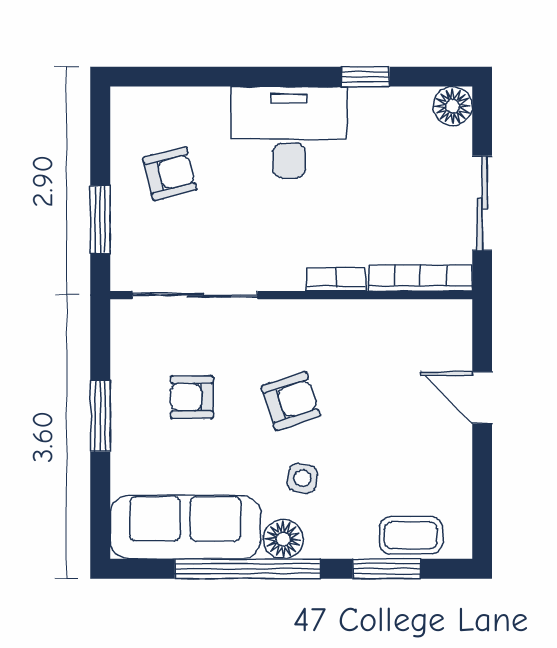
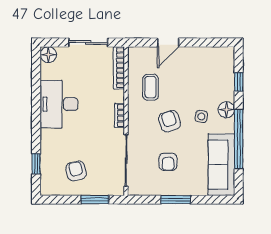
window: (365, 77) -> (36, 164), moved
desk: (289, 132) -> (59, 104), moved
bookcase: (336, 279) -> (120, 116), moved
coffee table: (411, 535) -> (151, 87), moved
floor lamp: (283, 539) -> (226, 110), moved
window: (387, 569) -> (239, 82), width x0.67

